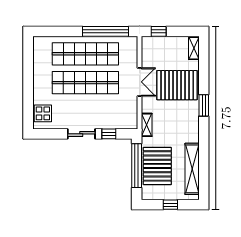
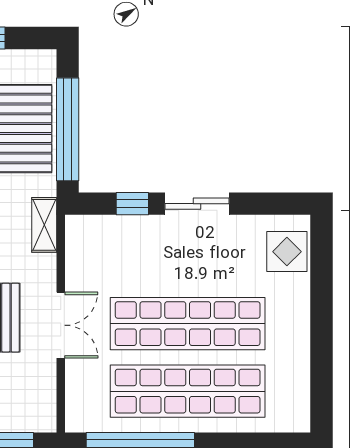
double door: (140, 82) -> (61, 325), swing flipped

